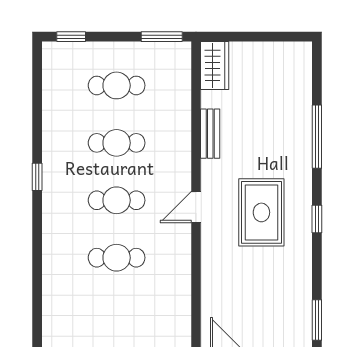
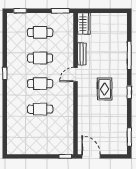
door: (196, 207) -> (75, 75), moved
rug: (261, 212) -> (105, 89), width x0.73, depth x0.70

